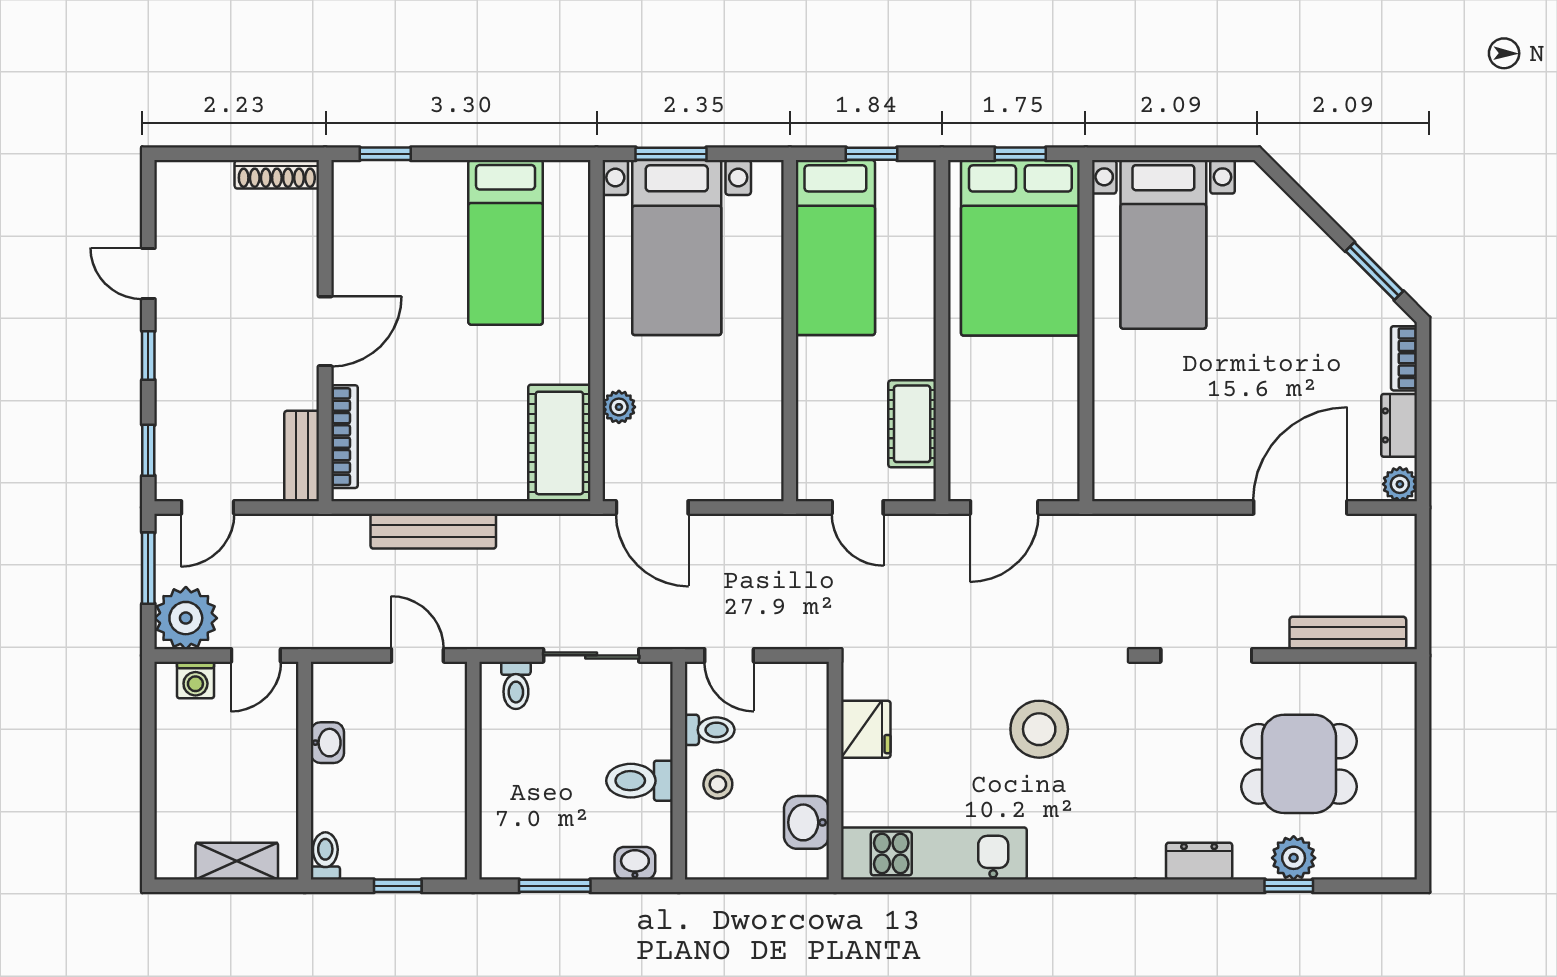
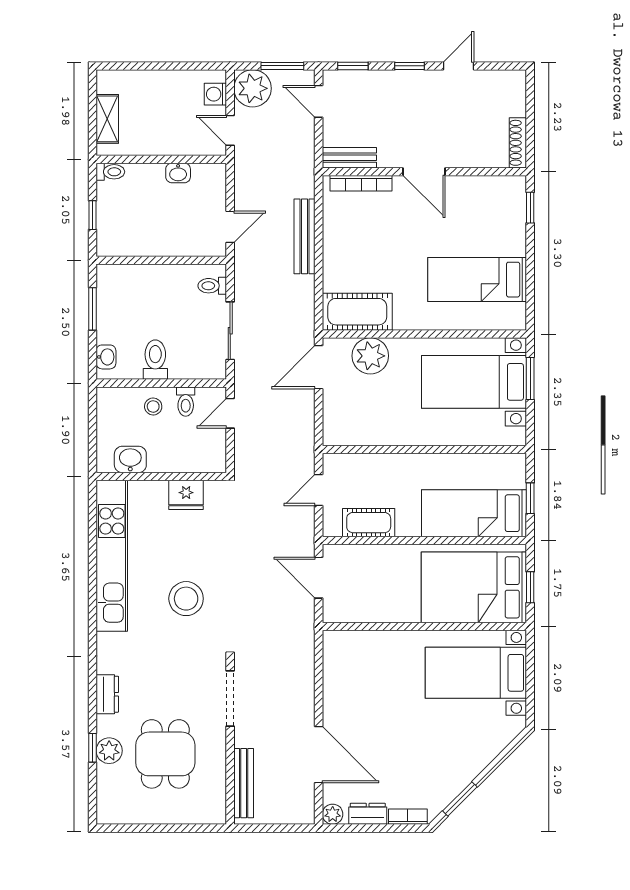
bed: (835, 248) -> (474, 513), moved
plant: (619, 407) -> (370, 356), width x1.88, depth x1.88
kitchen unit: (934, 853) -> (112, 556), width x1.36

